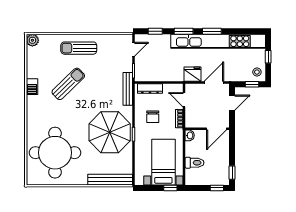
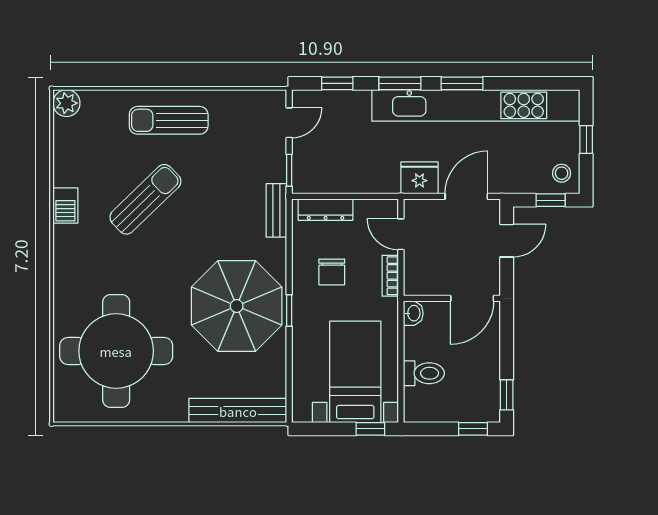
bench: (128, 89) -> (276, 210), width x0.73

